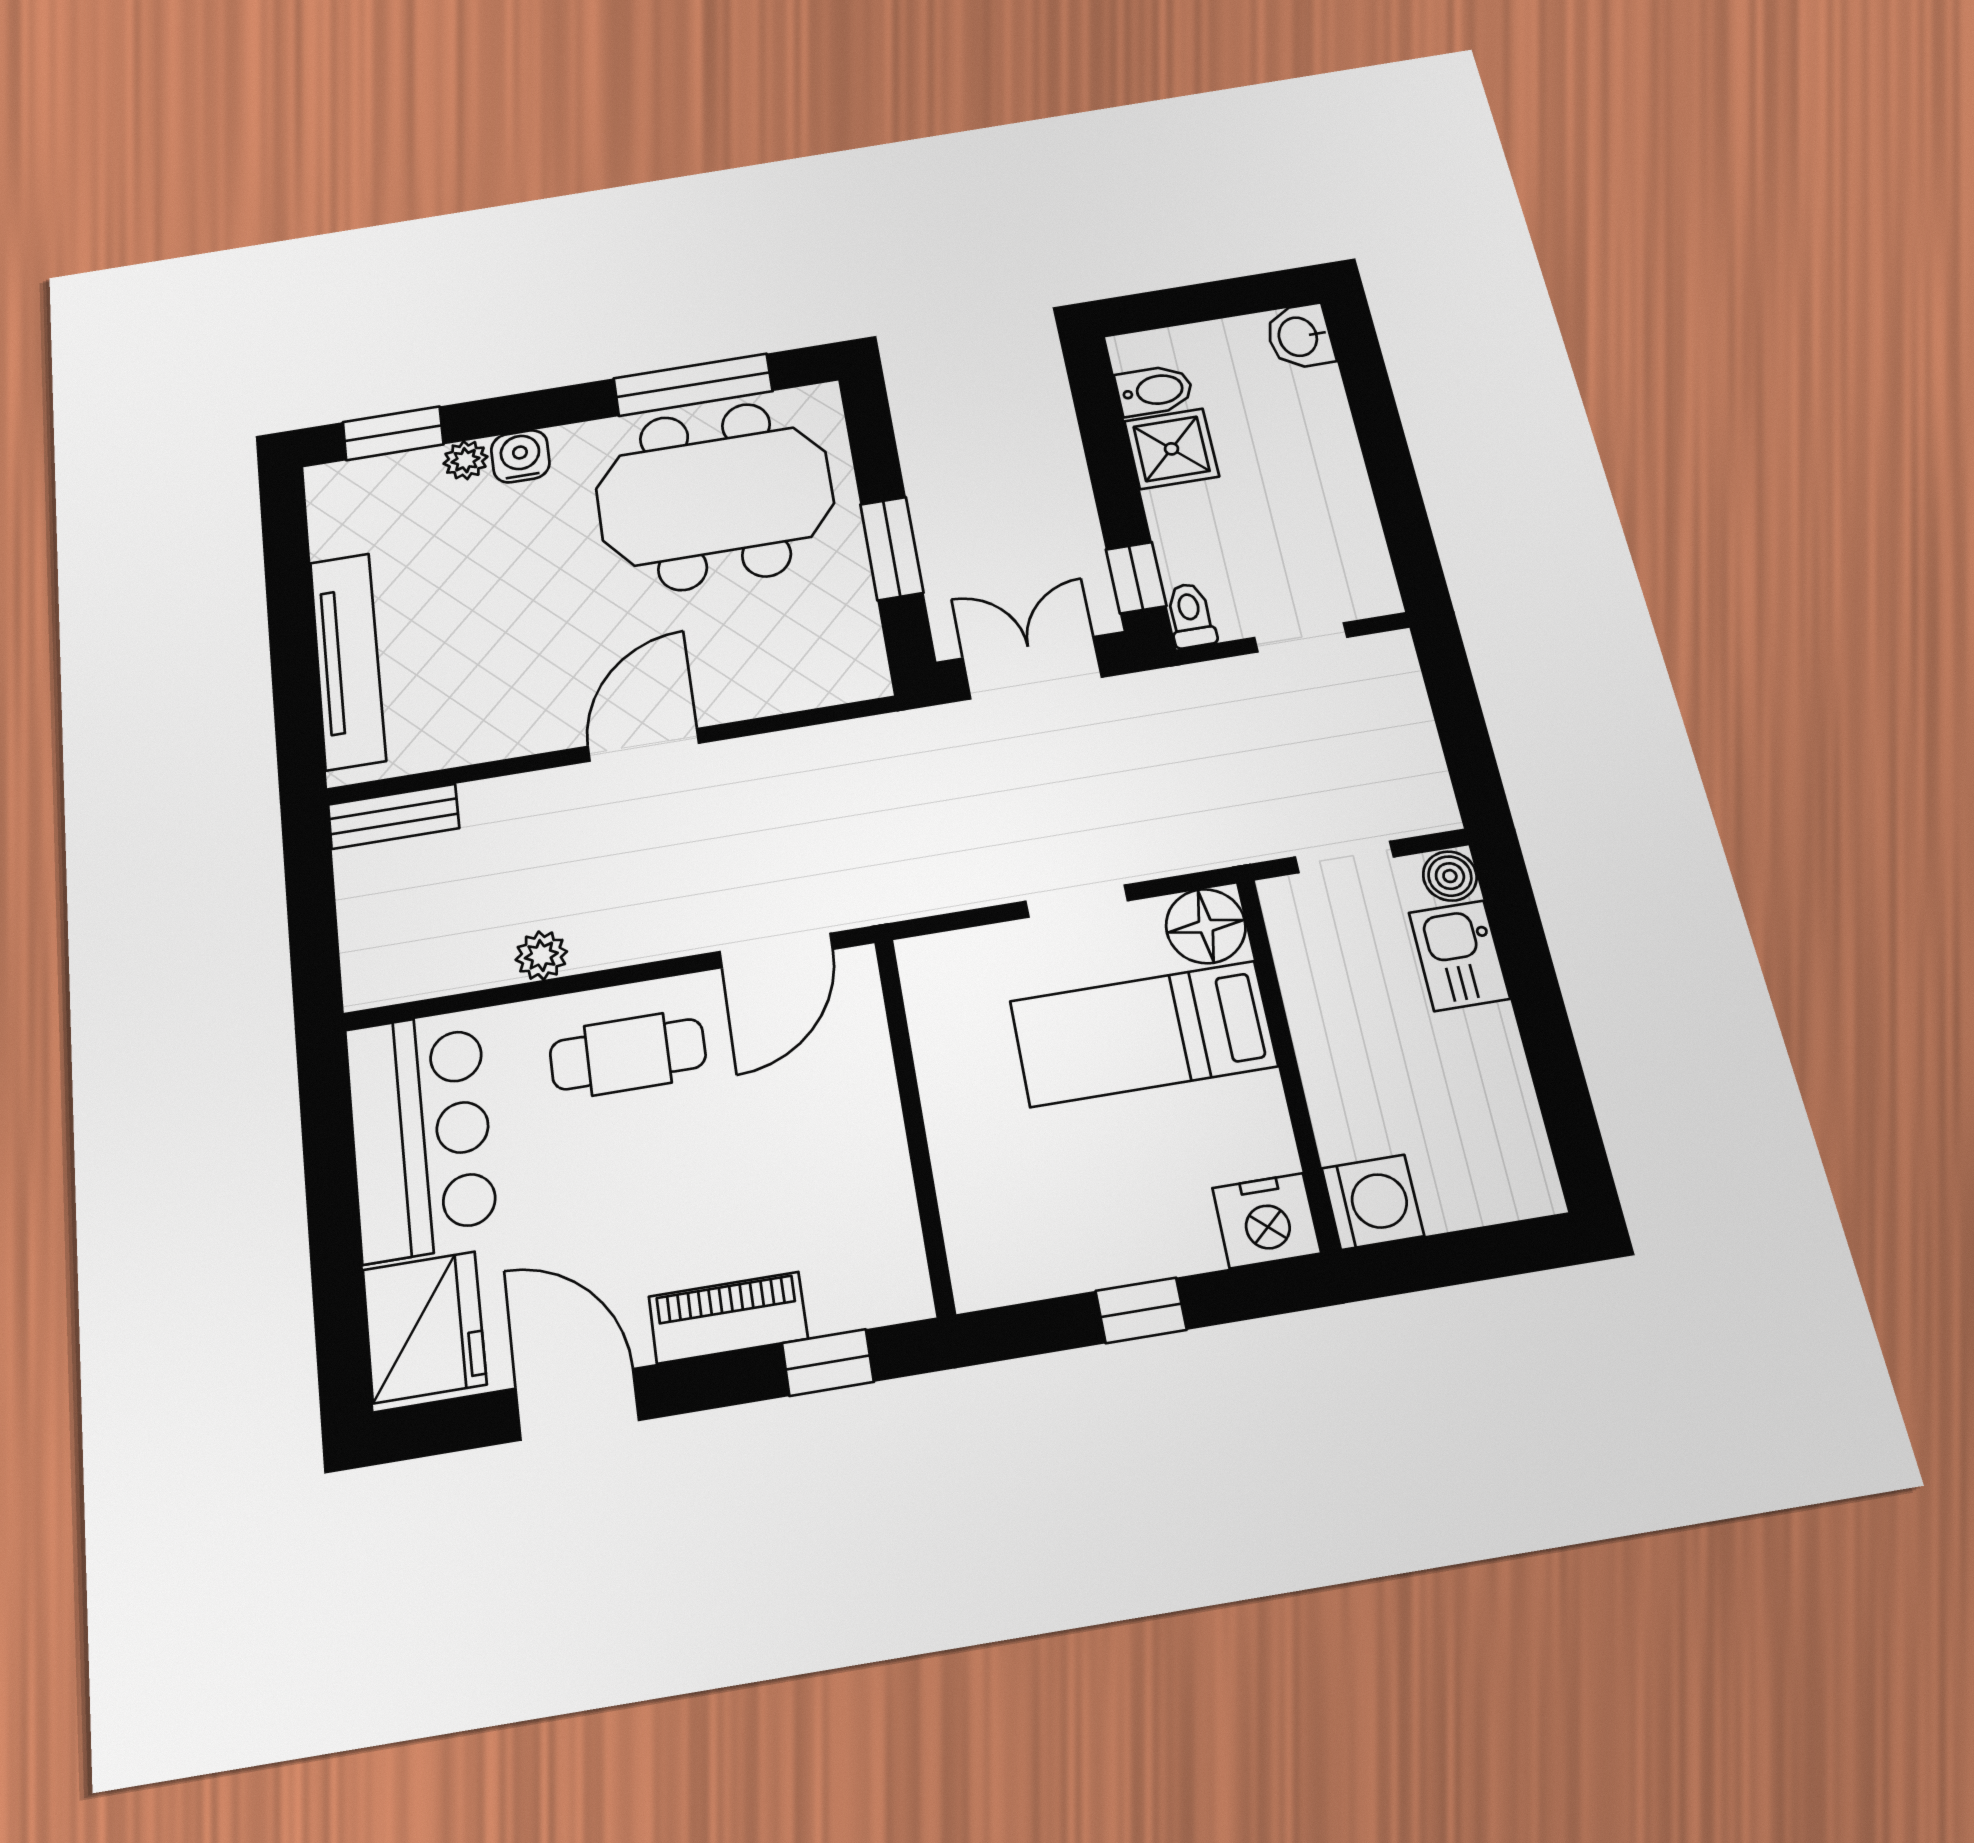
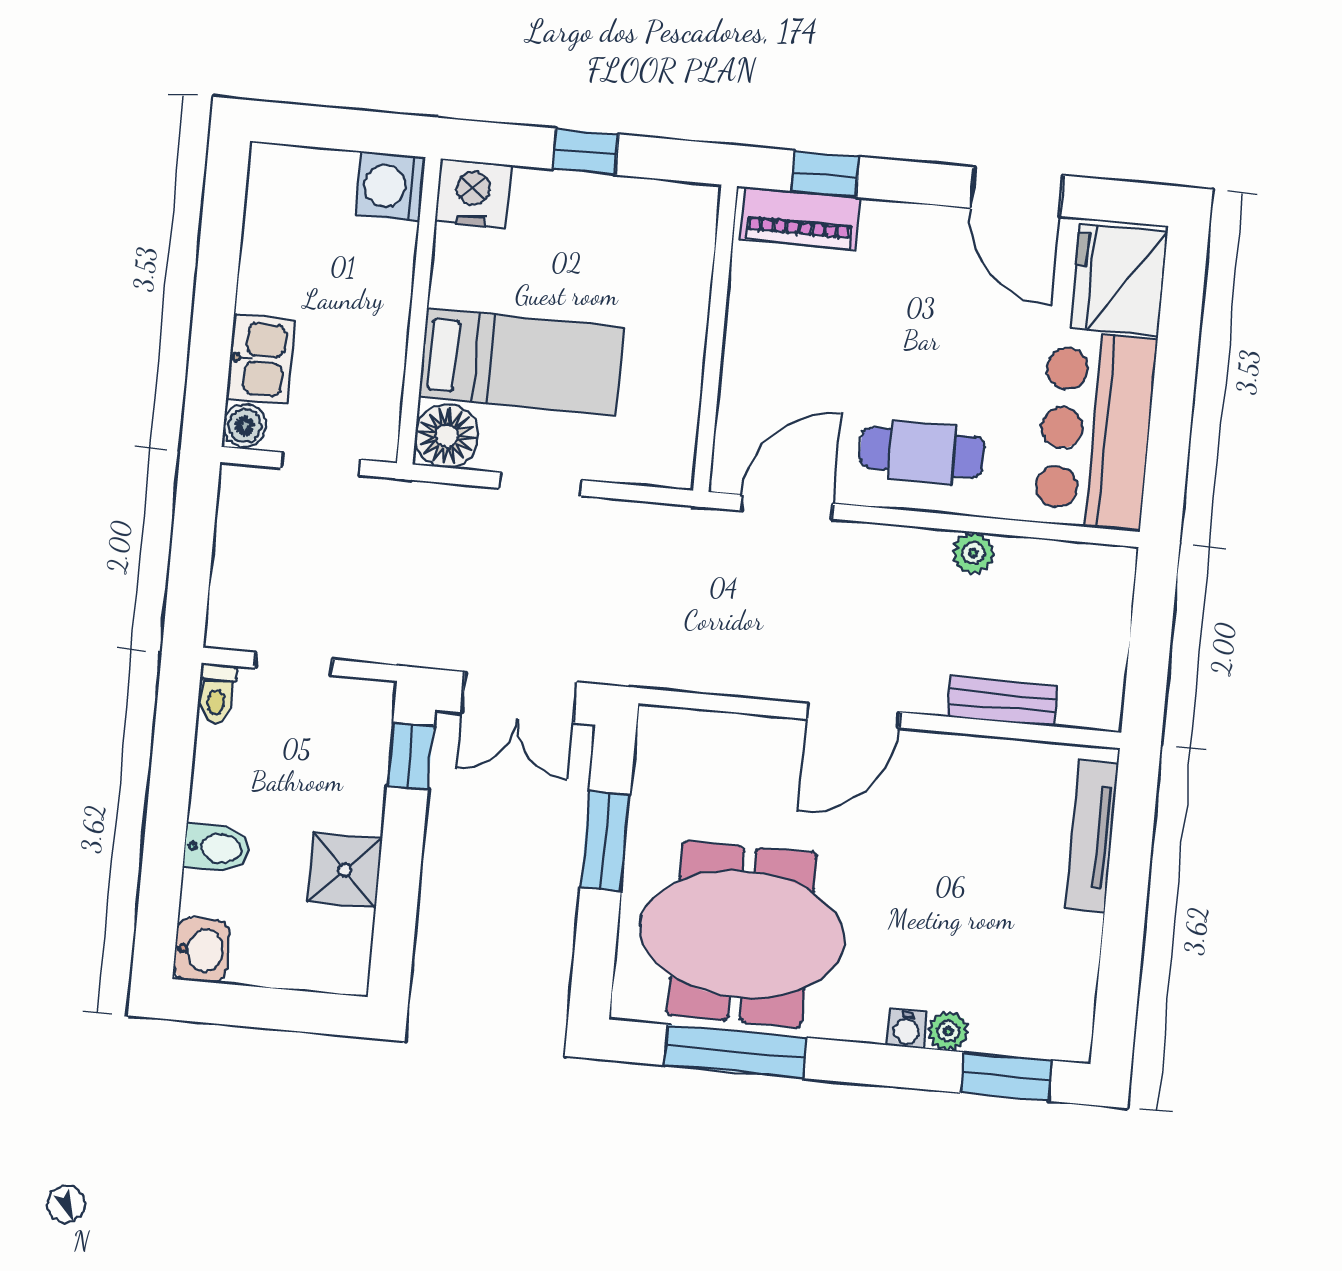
bidet: (1155, 390) -> (217, 848), moved, turned 180
water cooler: (520, 456) -> (906, 1029), width x0.72, depth x0.72
toilet: (1190, 615) -> (217, 694), moved
tv unit: (348, 660) -> (1092, 836), width x0.73, depth x0.78
bench: (394, 816) -> (1002, 701), moved
piano: (728, 1318) -> (800, 218), moved

